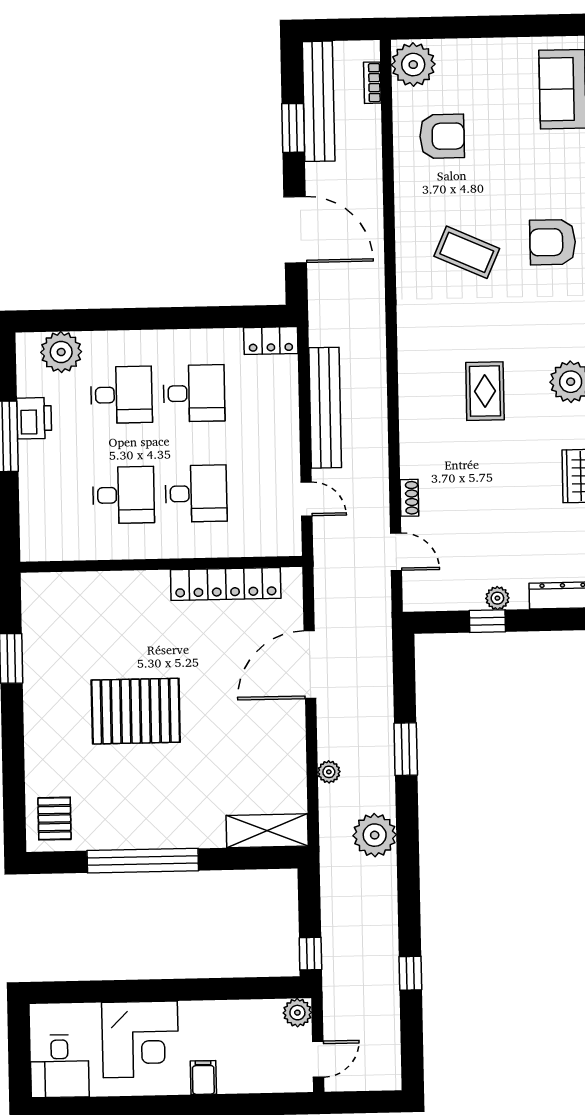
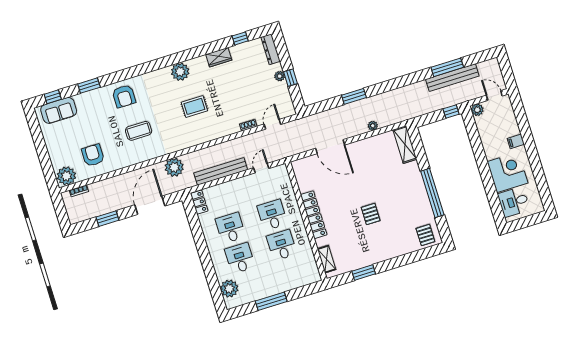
bench: (319, 101) -> (452, 78), moved
coffee table: (467, 252) -> (139, 131), turned 66
printer: (34, 418) -> (260, 292), removed
locker: (226, 584) -> (314, 215), moved
shelving: (64, 585) -> (327, 259), added
pallet: (136, 711) -> (371, 214), width x0.49, depth x0.50
pallet: (54, 819) -> (425, 235), turned 90
plant: (375, 835) -> (174, 167), moved
window: (410, 973) -> (447, 67), width x2.17
desk: (60, 1066) -> (514, 202), moved, turned 180

